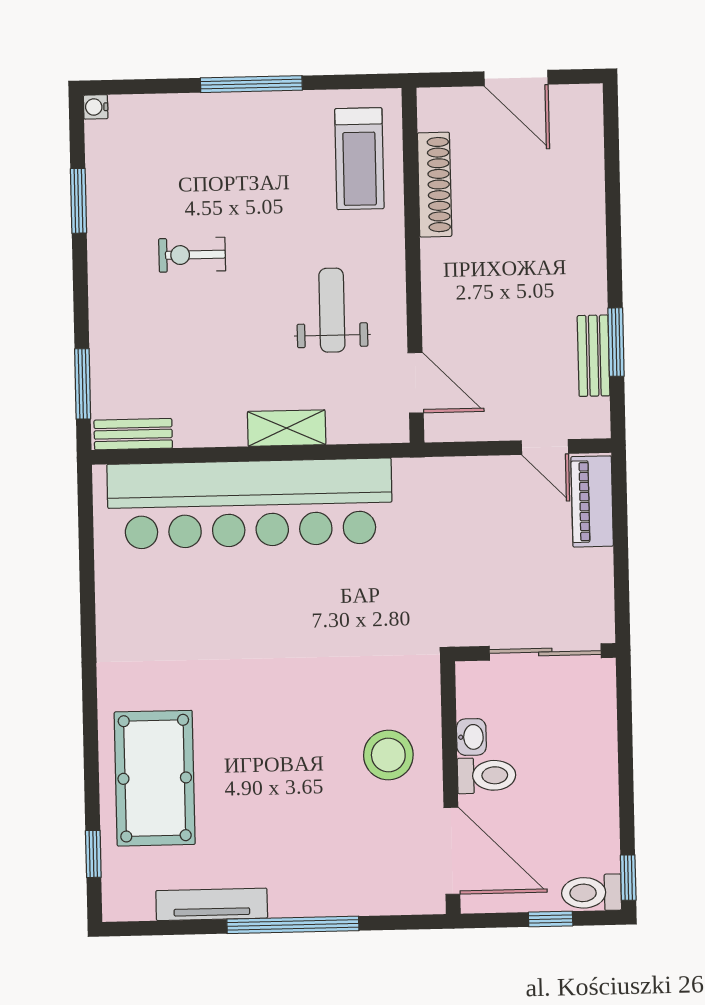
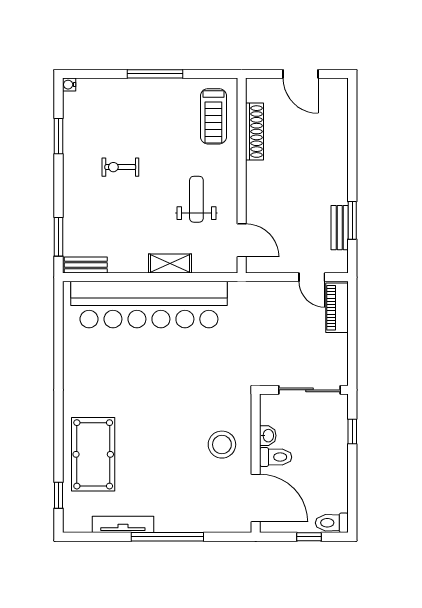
window: (628, 878) -> (352, 431), moved

